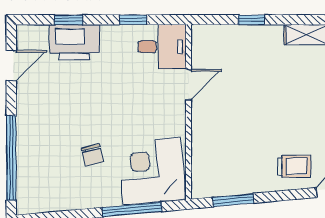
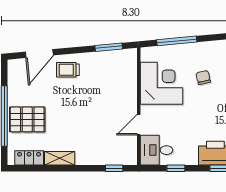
window: (252, 20) -> (114, 168), moved
corner desk: (152, 171) -> (161, 83), moved, turned -85

